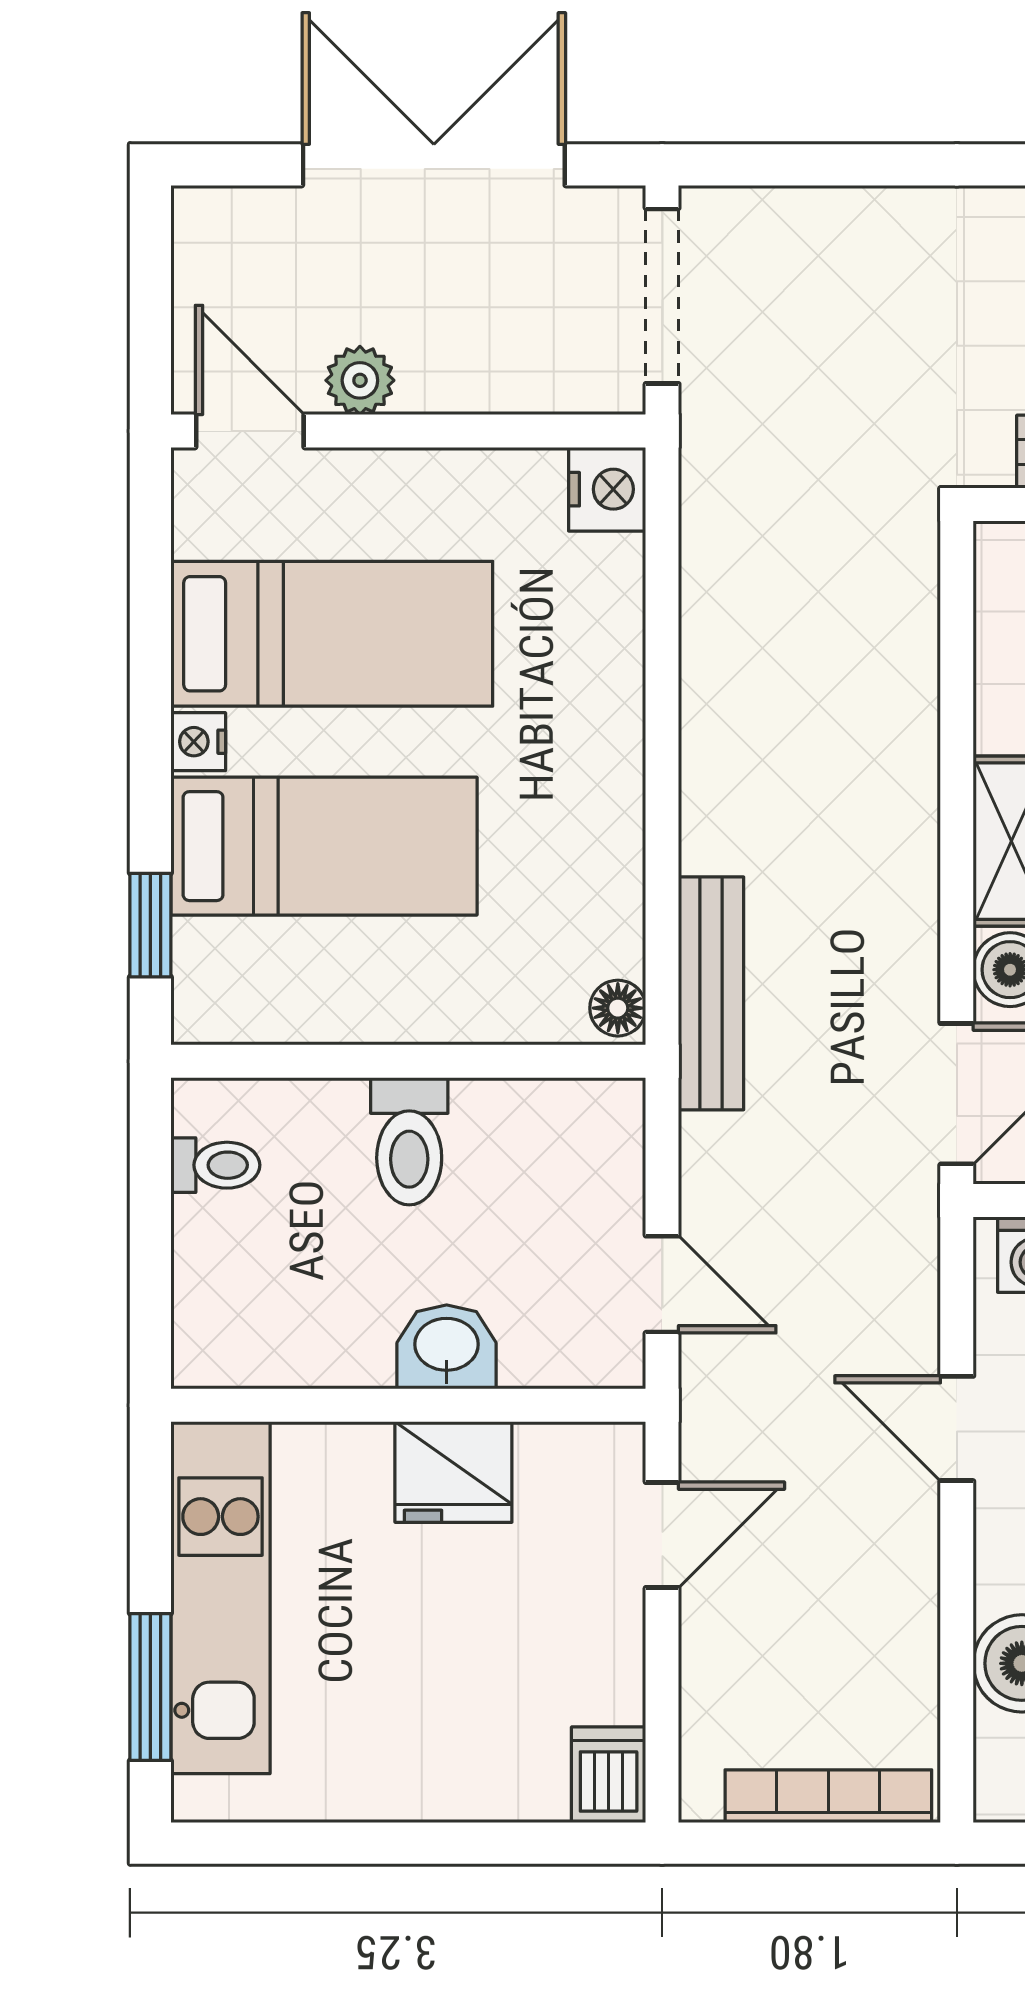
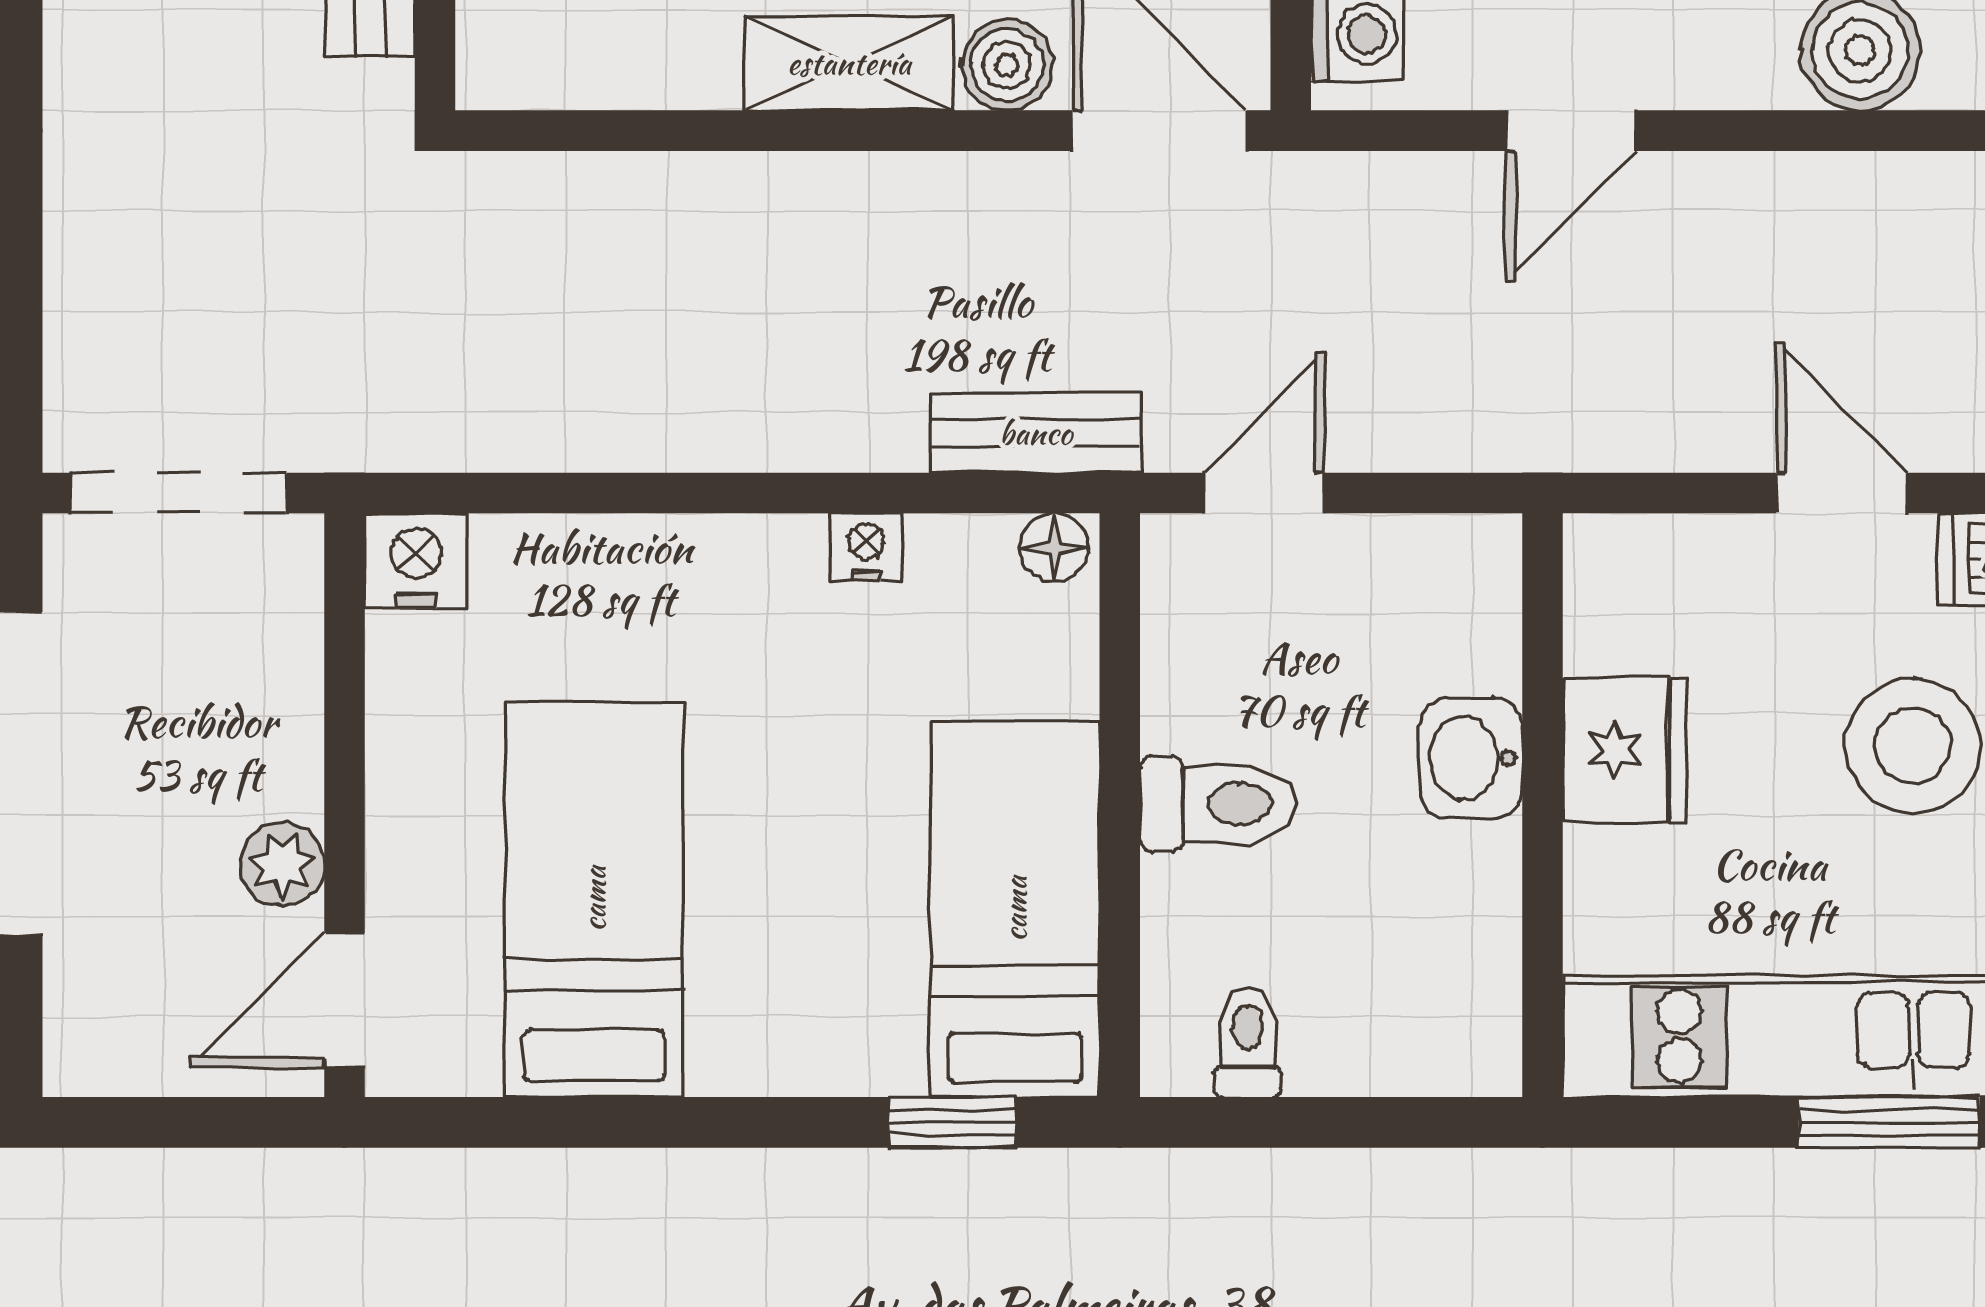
nightstand: (198, 742) -> (866, 547), moved, turned 180
bed: (324, 846) -> (1015, 909), moved
bench: (711, 993) -> (1036, 433), width x0.73
door: (662, 1284) -> (1264, 493), moved
door: (662, 1535) -> (1841, 493), moved
stool: (457, 1706) -> (1913, 746), added

